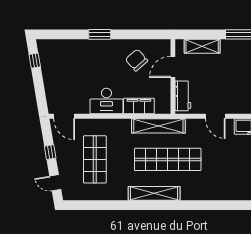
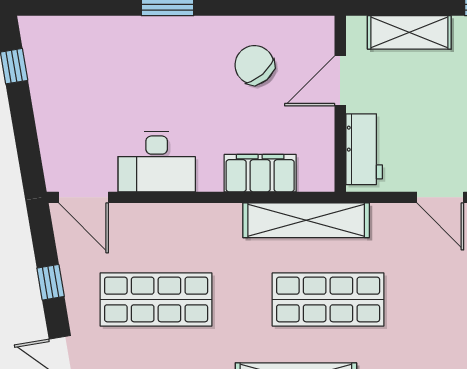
desk: (106, 101) -> (157, 161), moved
shop shelf: (95, 159) -> (156, 299), turned 90
shop shelf: (168, 159) -> (328, 299), width x0.71

